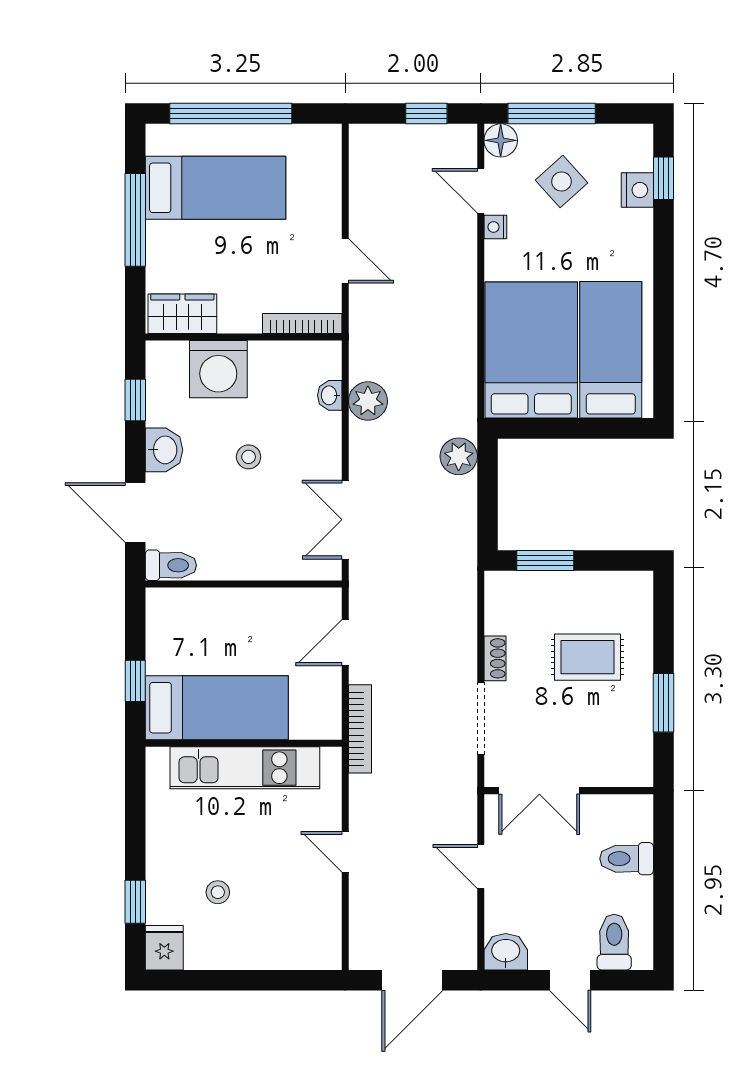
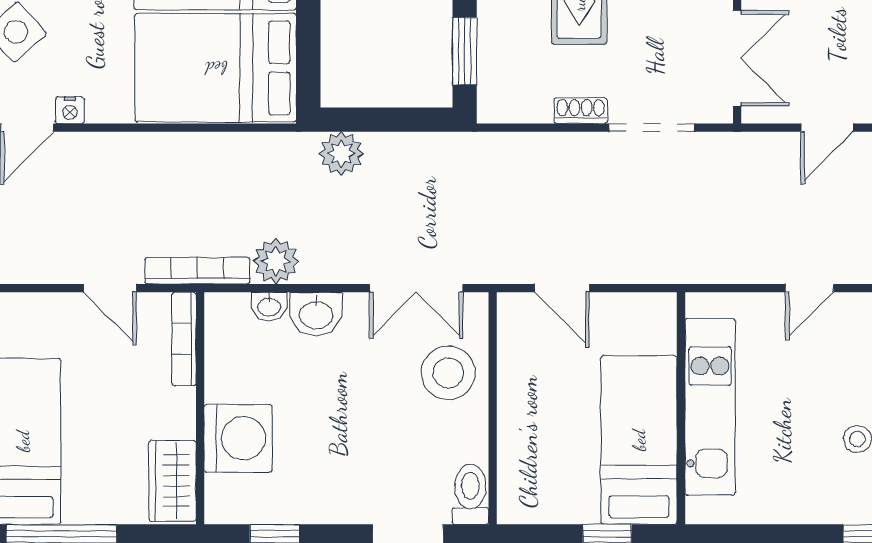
door: (345, 261) -> (110, 288), swing flipped
washbasin: (164, 450) -> (316, 314), moved, turned 180
stool: (249, 457) -> (448, 373), moved, width x1.89, depth x1.89
bookcase: (360, 729) -> (197, 271), moved

